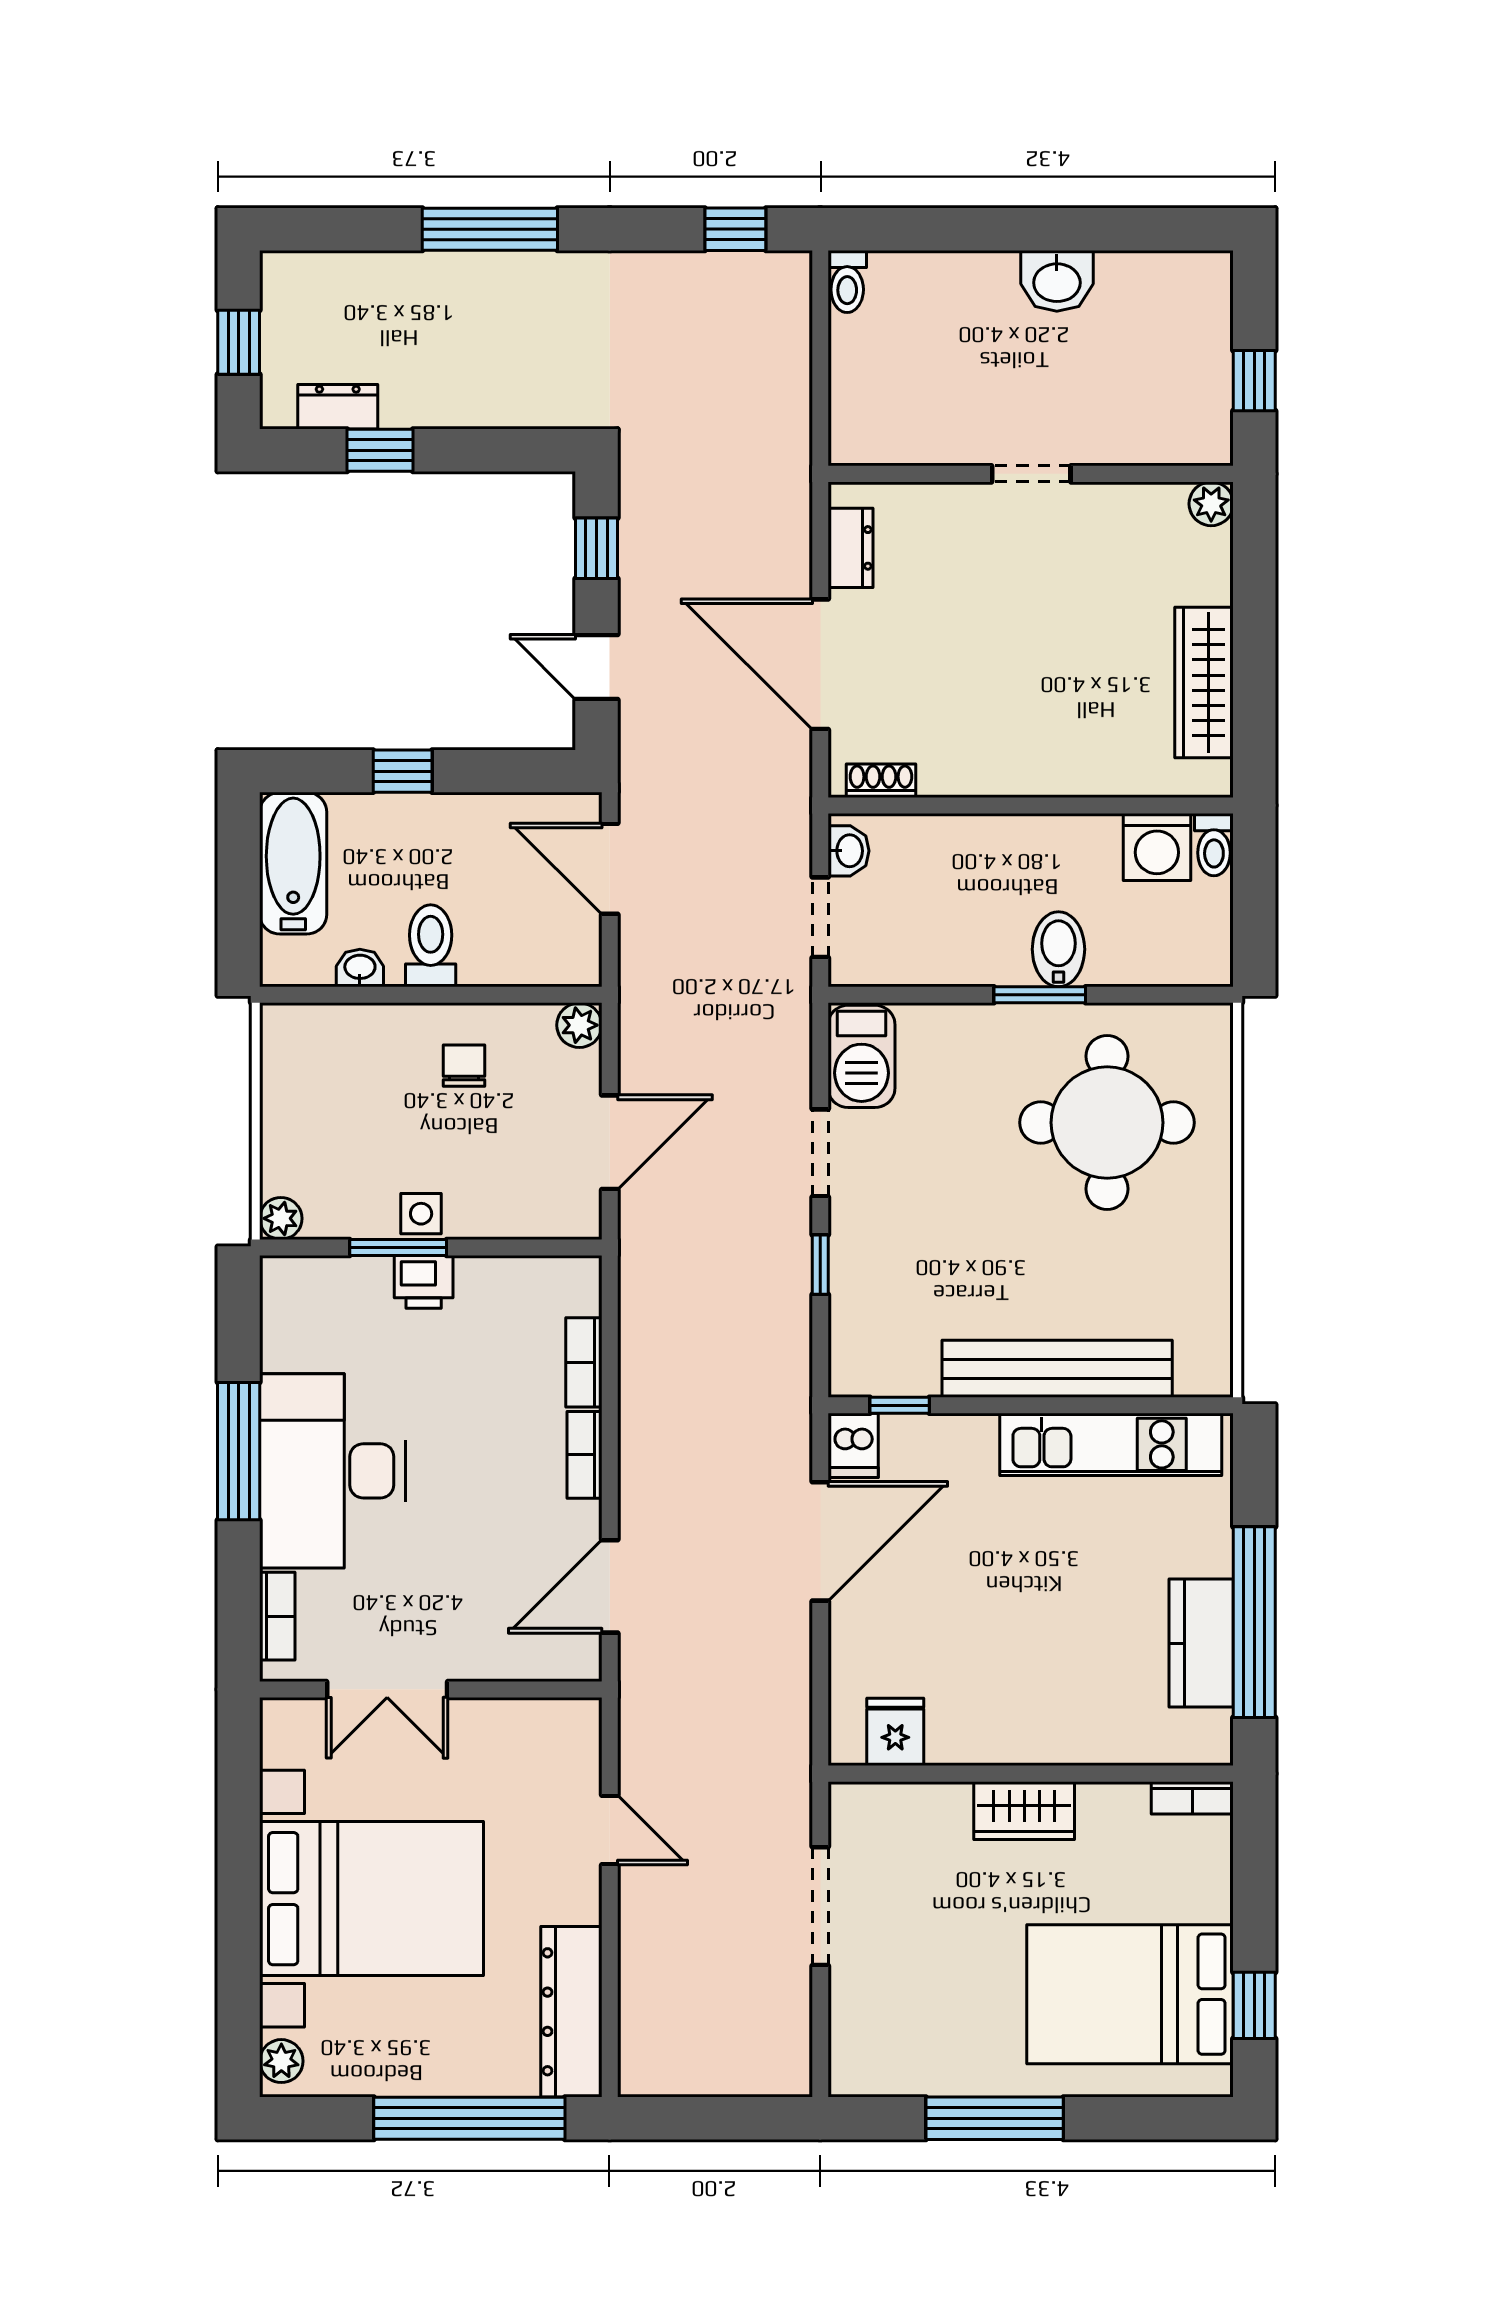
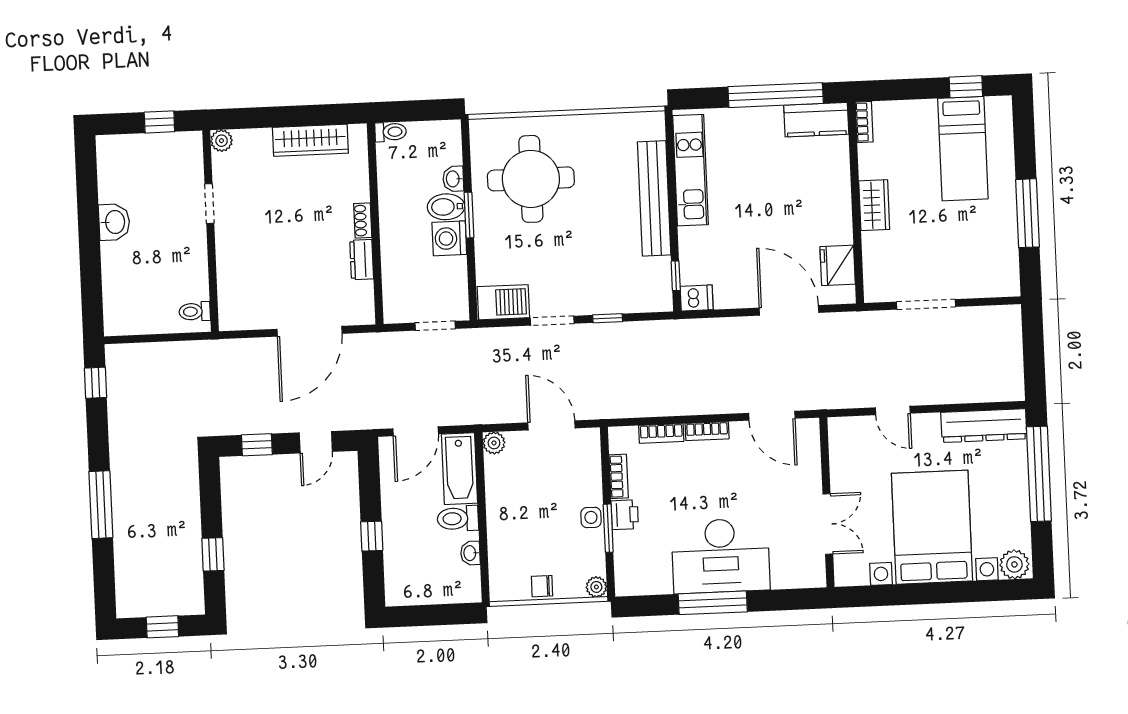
toilet: (847, 281) -> (195, 312), moved, turned 180
dresser: (338, 407) -> (192, 576), removed
doorway: (1031, 474) -> (209, 204), moved
dresser: (850, 548) -> (362, 260), moved, turned -90
shoe rack: (881, 781) -> (363, 220), moved
washing machine: (1157, 847) -> (449, 238), moved, turned 180
washbasin: (848, 851) -> (453, 179), moved, turned -90
bathtub: (293, 863) -> (459, 469), moved, turned -90
chair: (464, 1066) -> (542, 586), moved
door: (820, 1541) -> (789, 310), moved
bookcase: (277, 1616) -> (619, 476), moved, turned 90
kitchen counter: (1201, 1643) -> (816, 120), moved
fridge: (895, 1732) -> (838, 265), width x1.38
door: (610, 1830) -> (893, 410), swing flipped
bed: (1130, 1994) -> (963, 149), width x0.67
plant: (281, 2061) -> (1014, 564), width x1.38, depth x1.38

